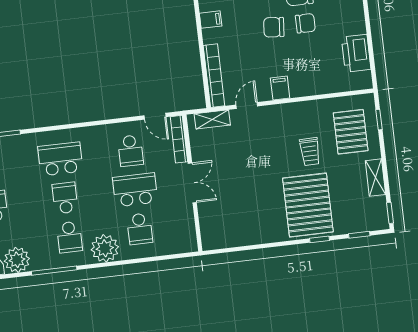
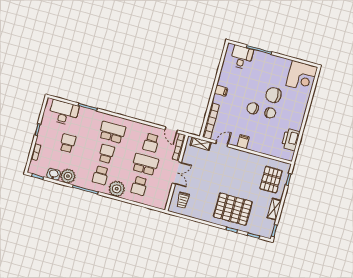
trolley: (310, 152) -> (183, 200), moved
pallet: (308, 205) -> (233, 209), turned 90

